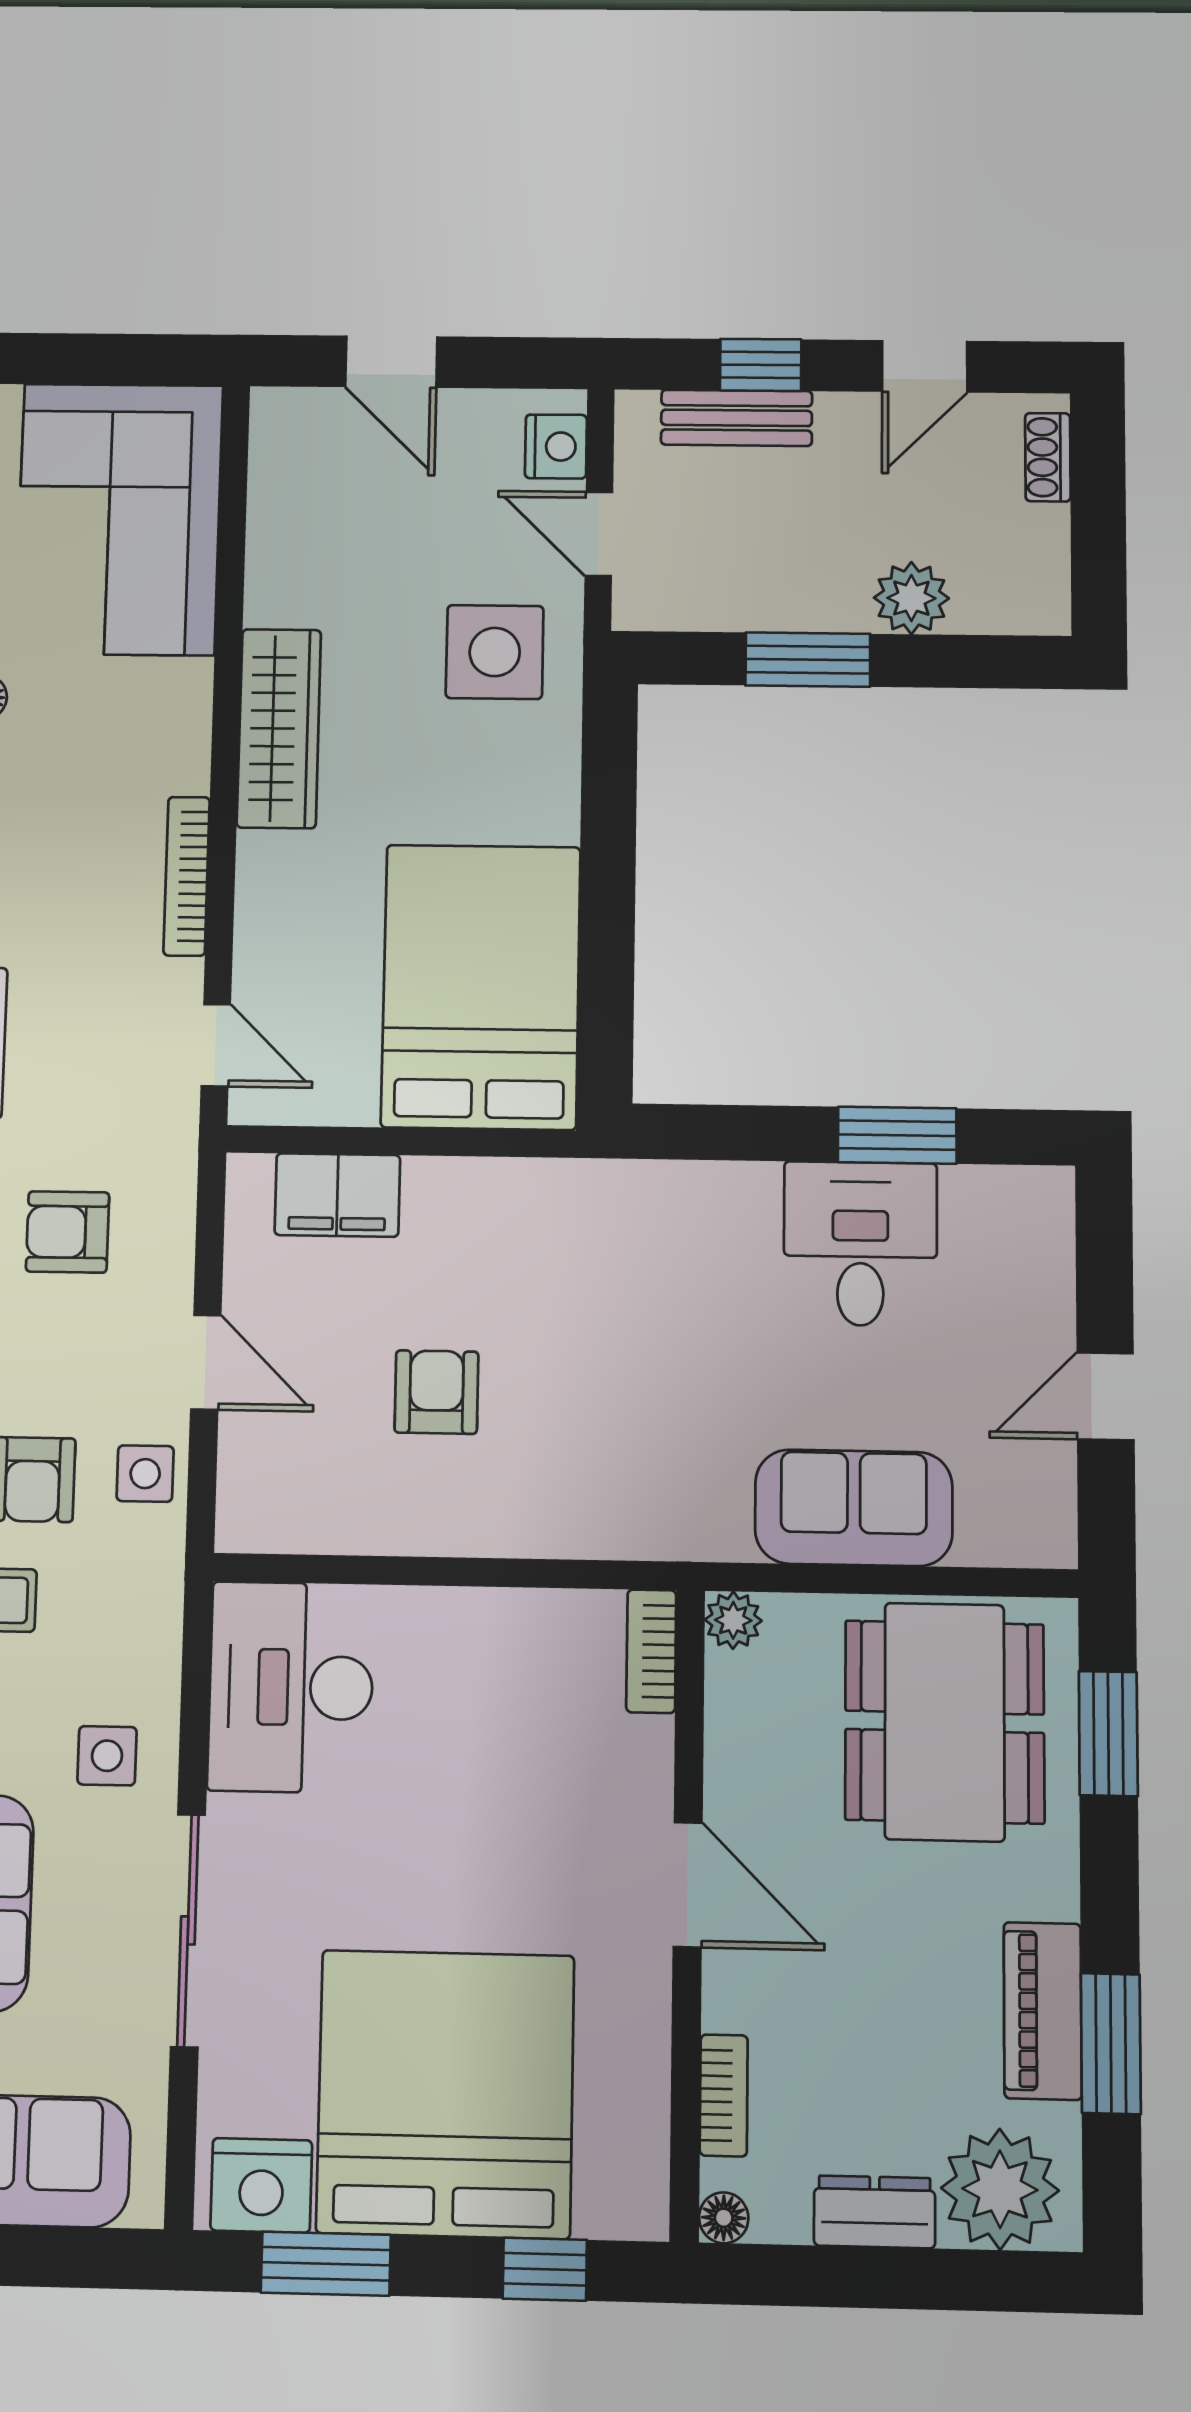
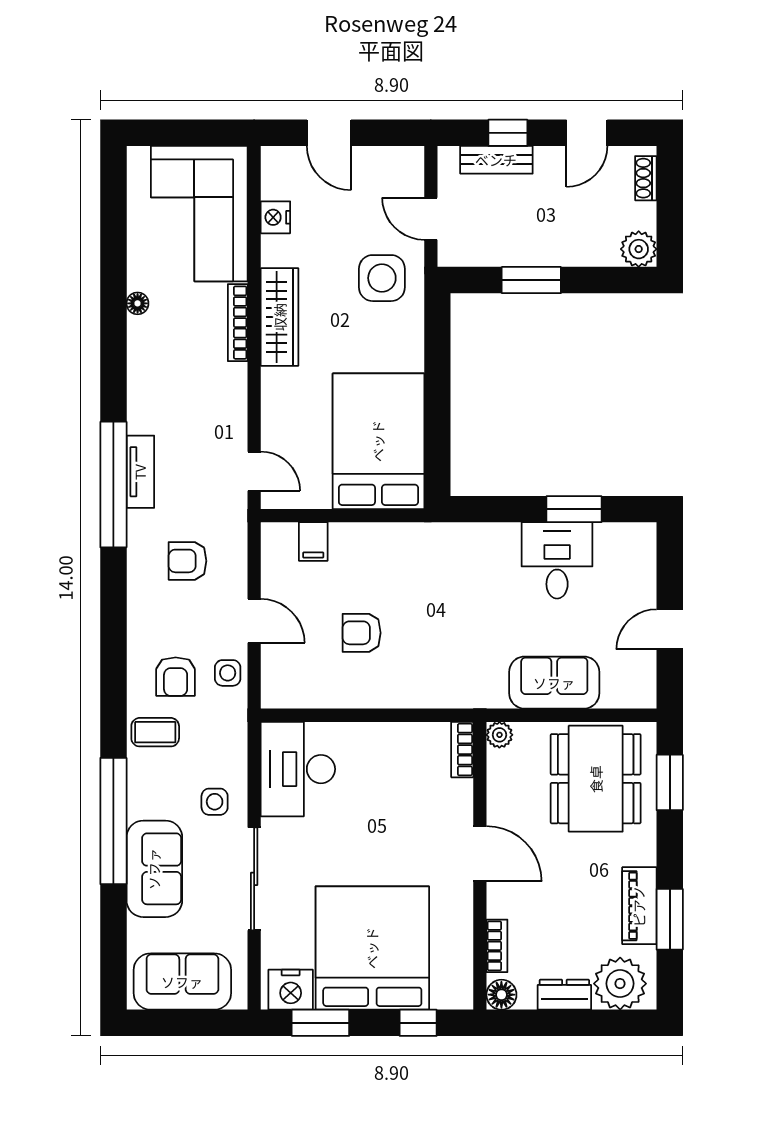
nightstand: (556, 447) -> (275, 217), moved, turned 180
plant: (911, 598) -> (639, 249), moved
bookcase: (187, 876) -> (238, 323), moved
filing cabinet: (337, 1195) -> (313, 541), width x0.50
armchair: (437, 1392) -> (362, 633), turned -90
floor lamp: (724, 2218) -> (501, 995), width x1.37, depth x1.37

